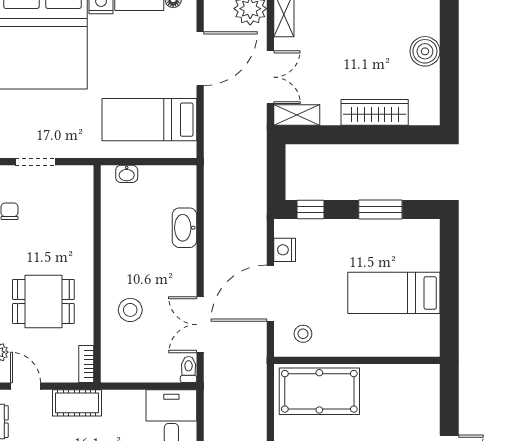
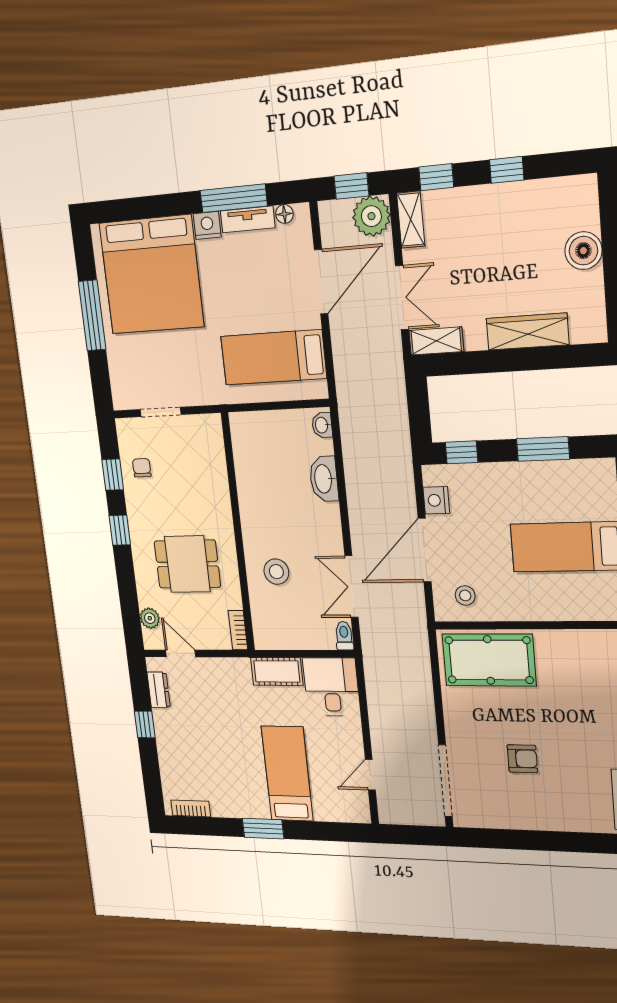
washbasin: (127, 174) -> (322, 425), moved, turned 90
cot: (77, 403) -> (277, 671), moved

